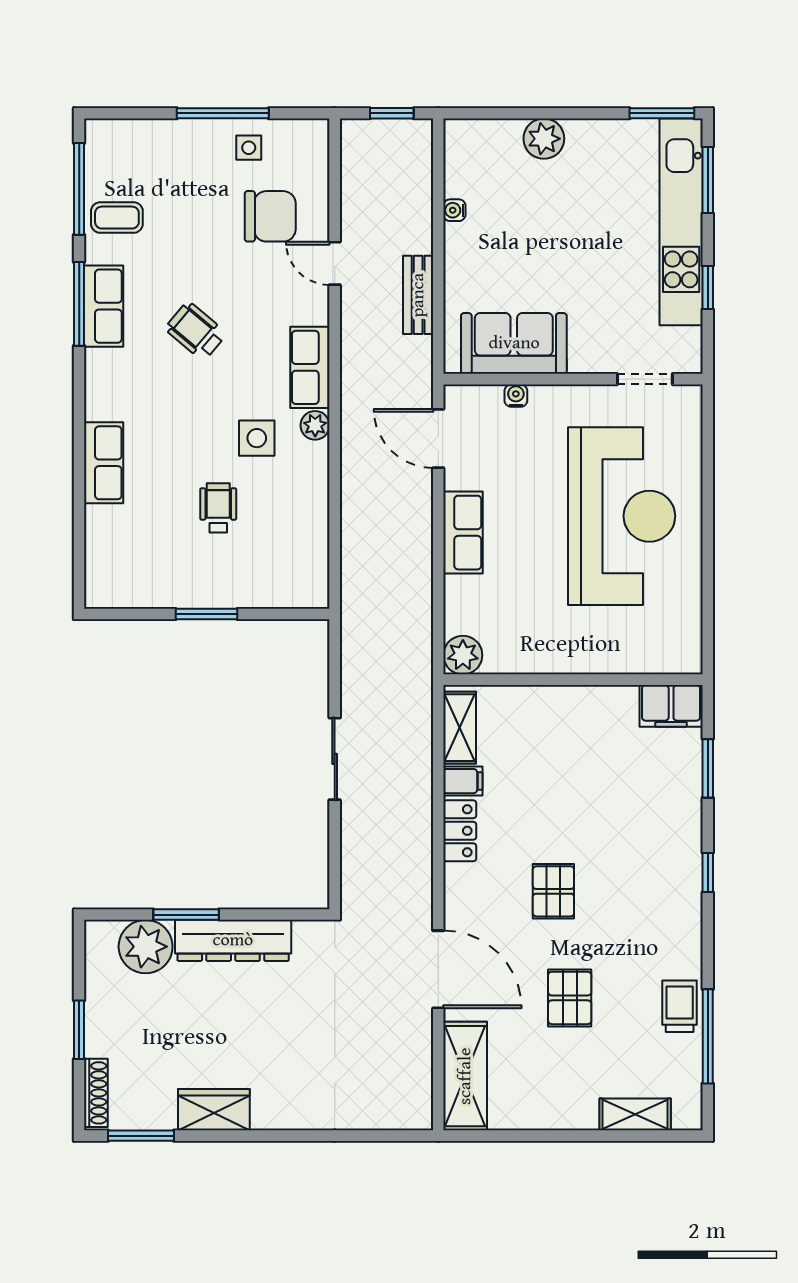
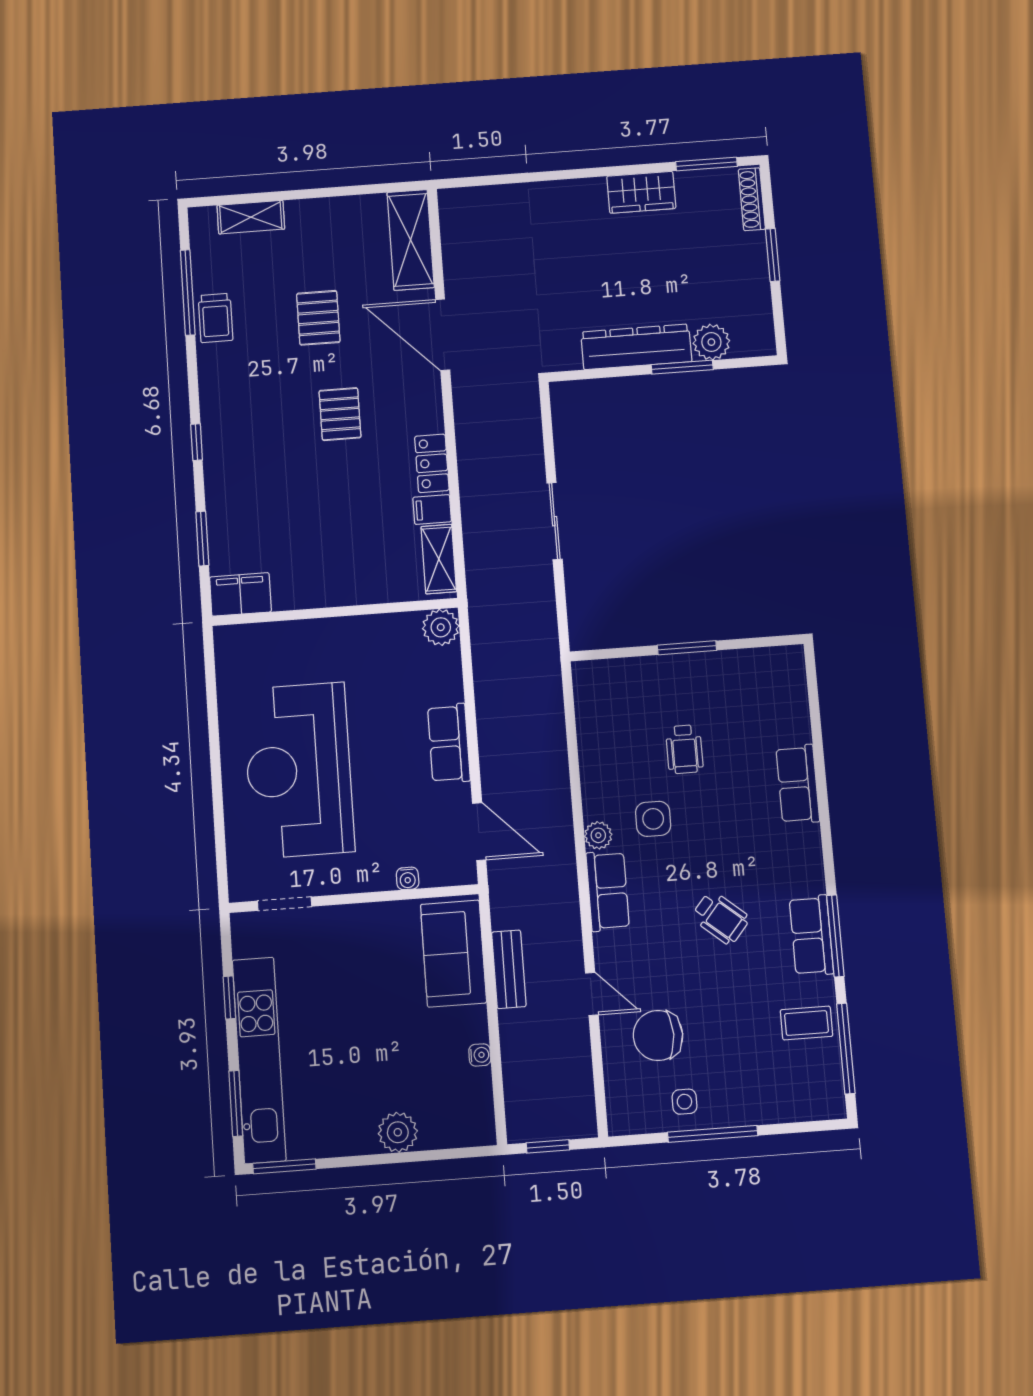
sofa: (514, 343) -> (453, 954), moved, turned 90
plant: (146, 947) -> (711, 342), width x0.73, depth x0.73

